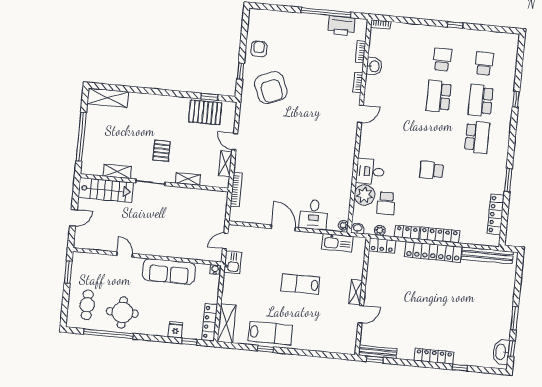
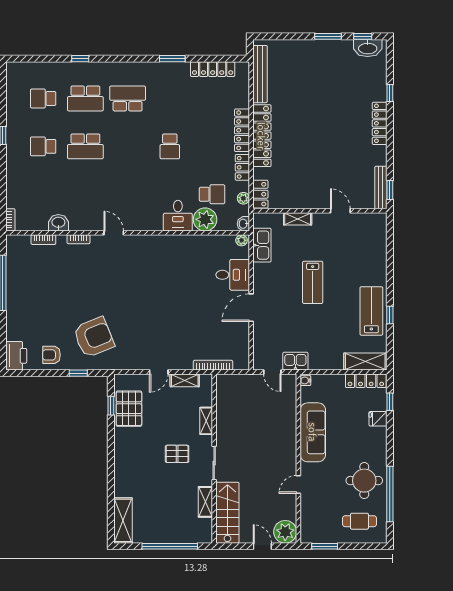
printer: (341, 26) -> (16, 356), moved
plant: (84, 239) -> (285, 532), added
shelving: (356, 292) -> (298, 219), moved

